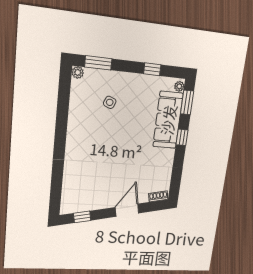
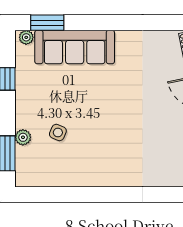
plant: (78, 72) -> (23, 137), moved
window: (182, 137) -> (97, 23), removed

